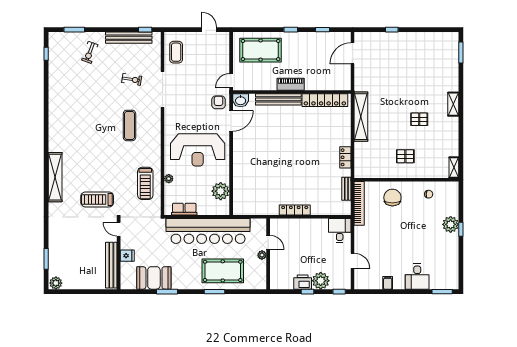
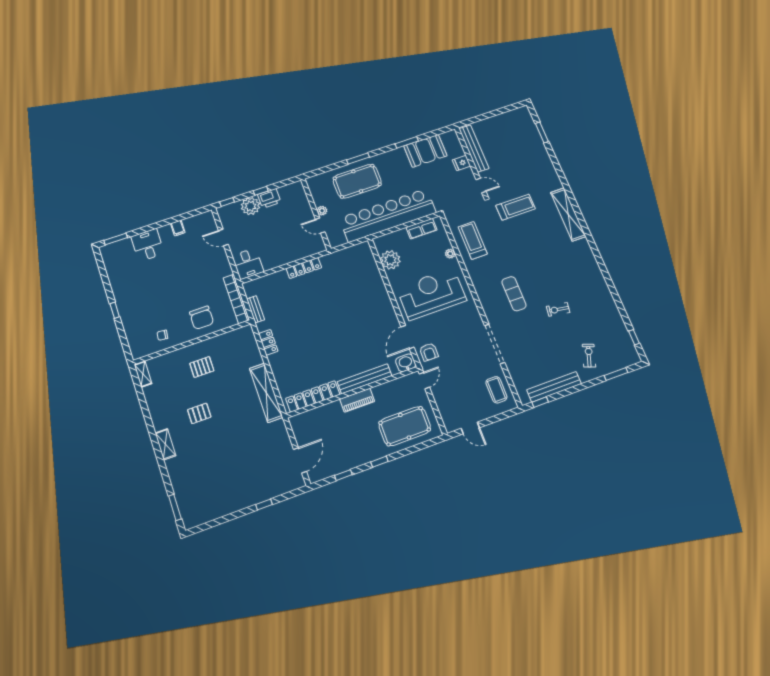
exercise bike: (132, 79) -> (558, 309), moved
plant: (451, 224) -> (128, 311), removed
plant: (56, 283) -> (522, 113), removed

